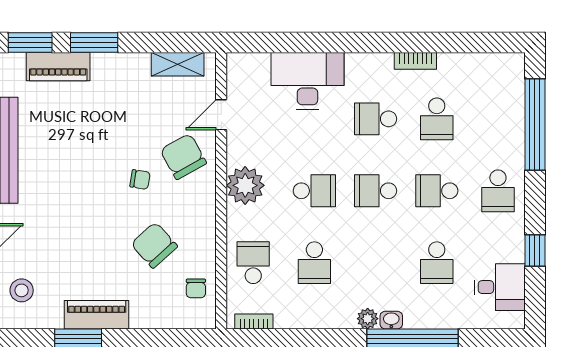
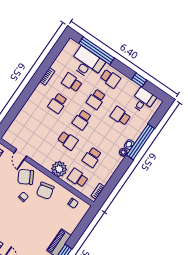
desk: (308, 81) -> (87, 63), moved, turned 90
school desk: (437, 119) -> (72, 83), turned 180
plant: (245, 185) -> (59, 169), moved
school desk: (314, 191) -> (68, 141), turned 90
chair: (154, 245) -> (45, 191), moved, turned -61
school desk: (314, 263) -> (92, 157), turned 90
school desk: (437, 263) -> (120, 116), turned 180

